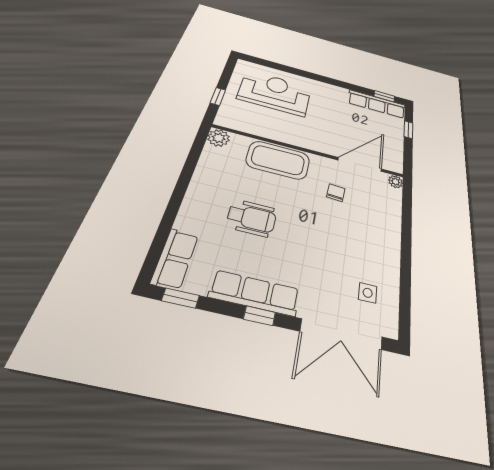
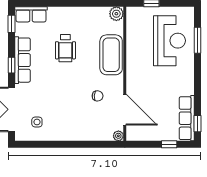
window: (282, 68) -> (197, 40), added

